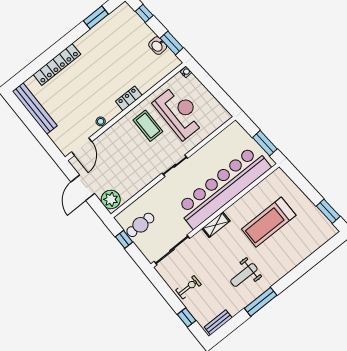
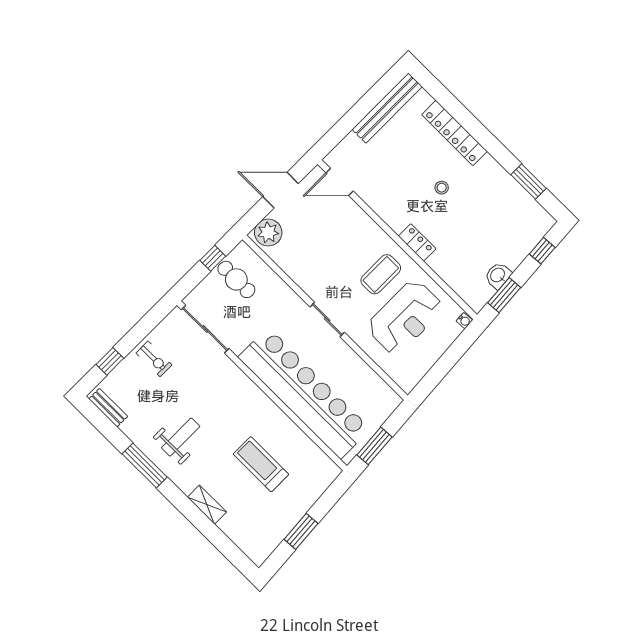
stool: (101, 121) -> (442, 188), moved
window: (328, 211) -> (301, 531), moved
treadmill: (269, 222) -> (261, 464), width x0.73, depth x0.73
shelving: (216, 225) -> (207, 505), moved
weight bench: (244, 275) -> (181, 437), turned 90

